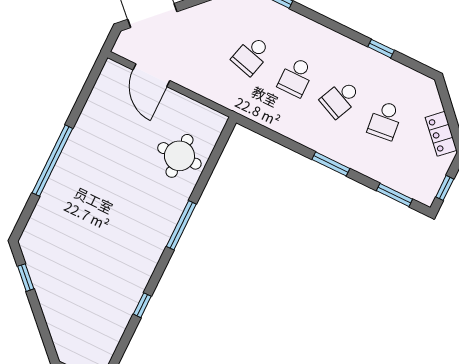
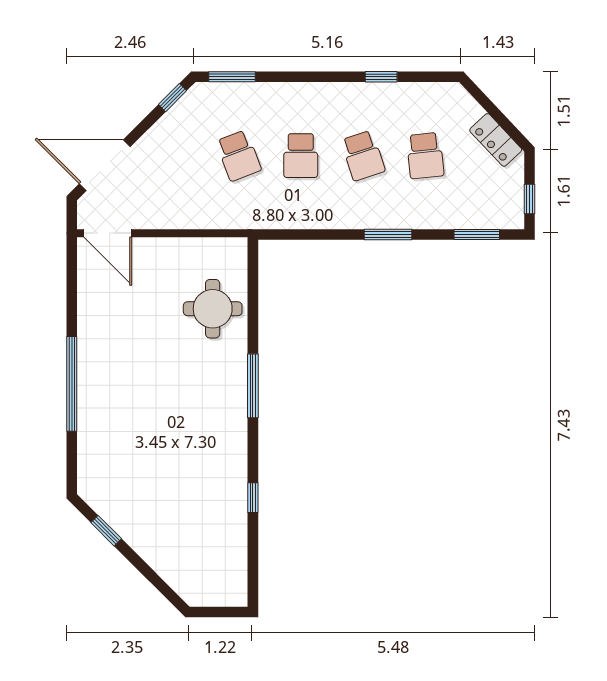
school desk: (251, 55) -> (238, 156), turned -36
door: (151, 75) -> (108, 233), moved
school desk: (341, 99) -> (363, 156), turned -42

